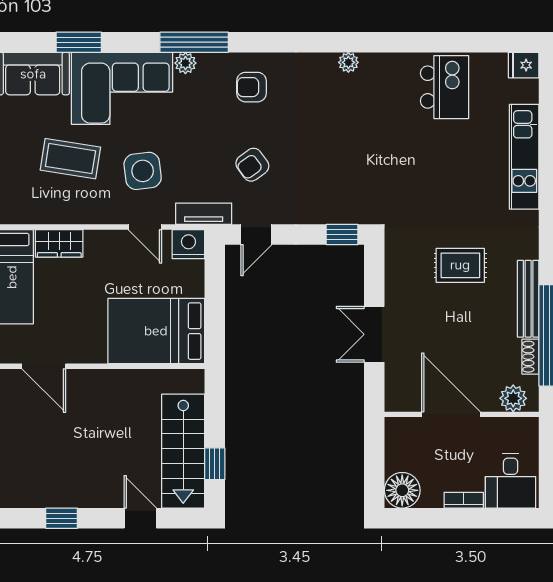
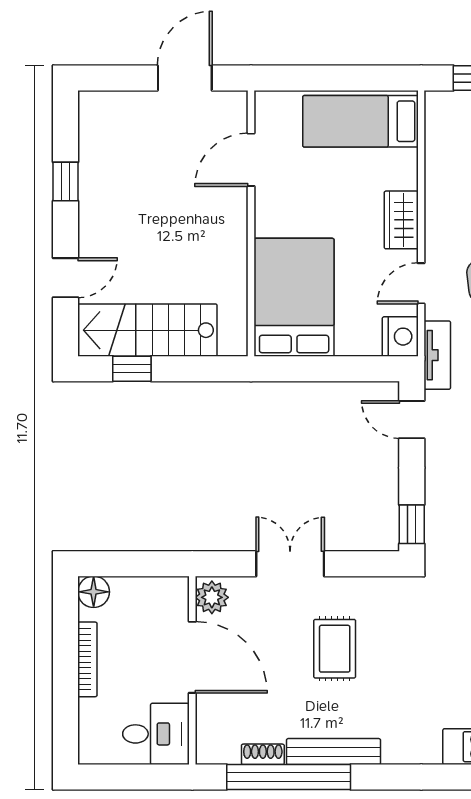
wardrobe: (59, 243) -> (401, 220), moved
rug: (460, 265) -> (335, 649), moved
plant: (513, 398) -> (212, 597), moved
door: (451, 414) -> (192, 657), hinge flipped
desk: (511, 481) -> (156, 734), moved, turned 180
floor lamp: (402, 490) -> (94, 592), width x0.73, depth x0.73
bookcase: (464, 500) -> (87, 659), width x1.56

